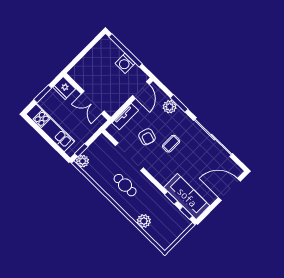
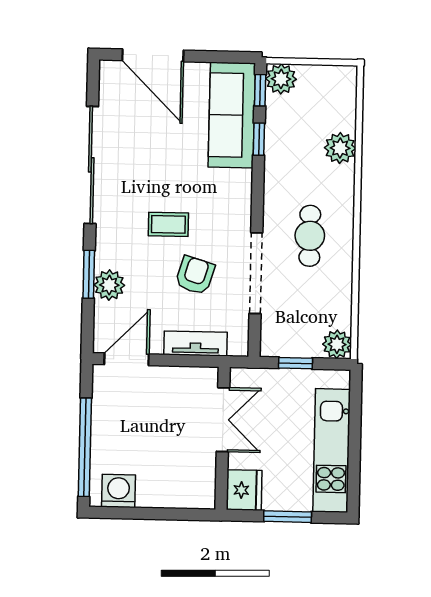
washing machine: (125, 63) -> (118, 491), moved, turned -90
window: (81, 150) -> (296, 363), moved
plant: (183, 223) -> (281, 79), added

